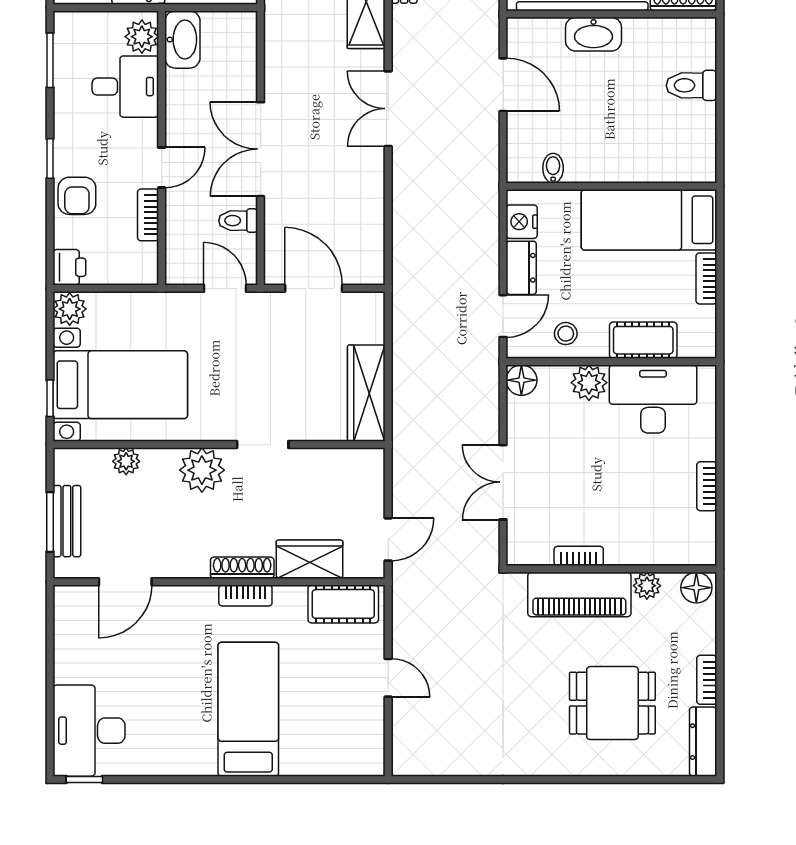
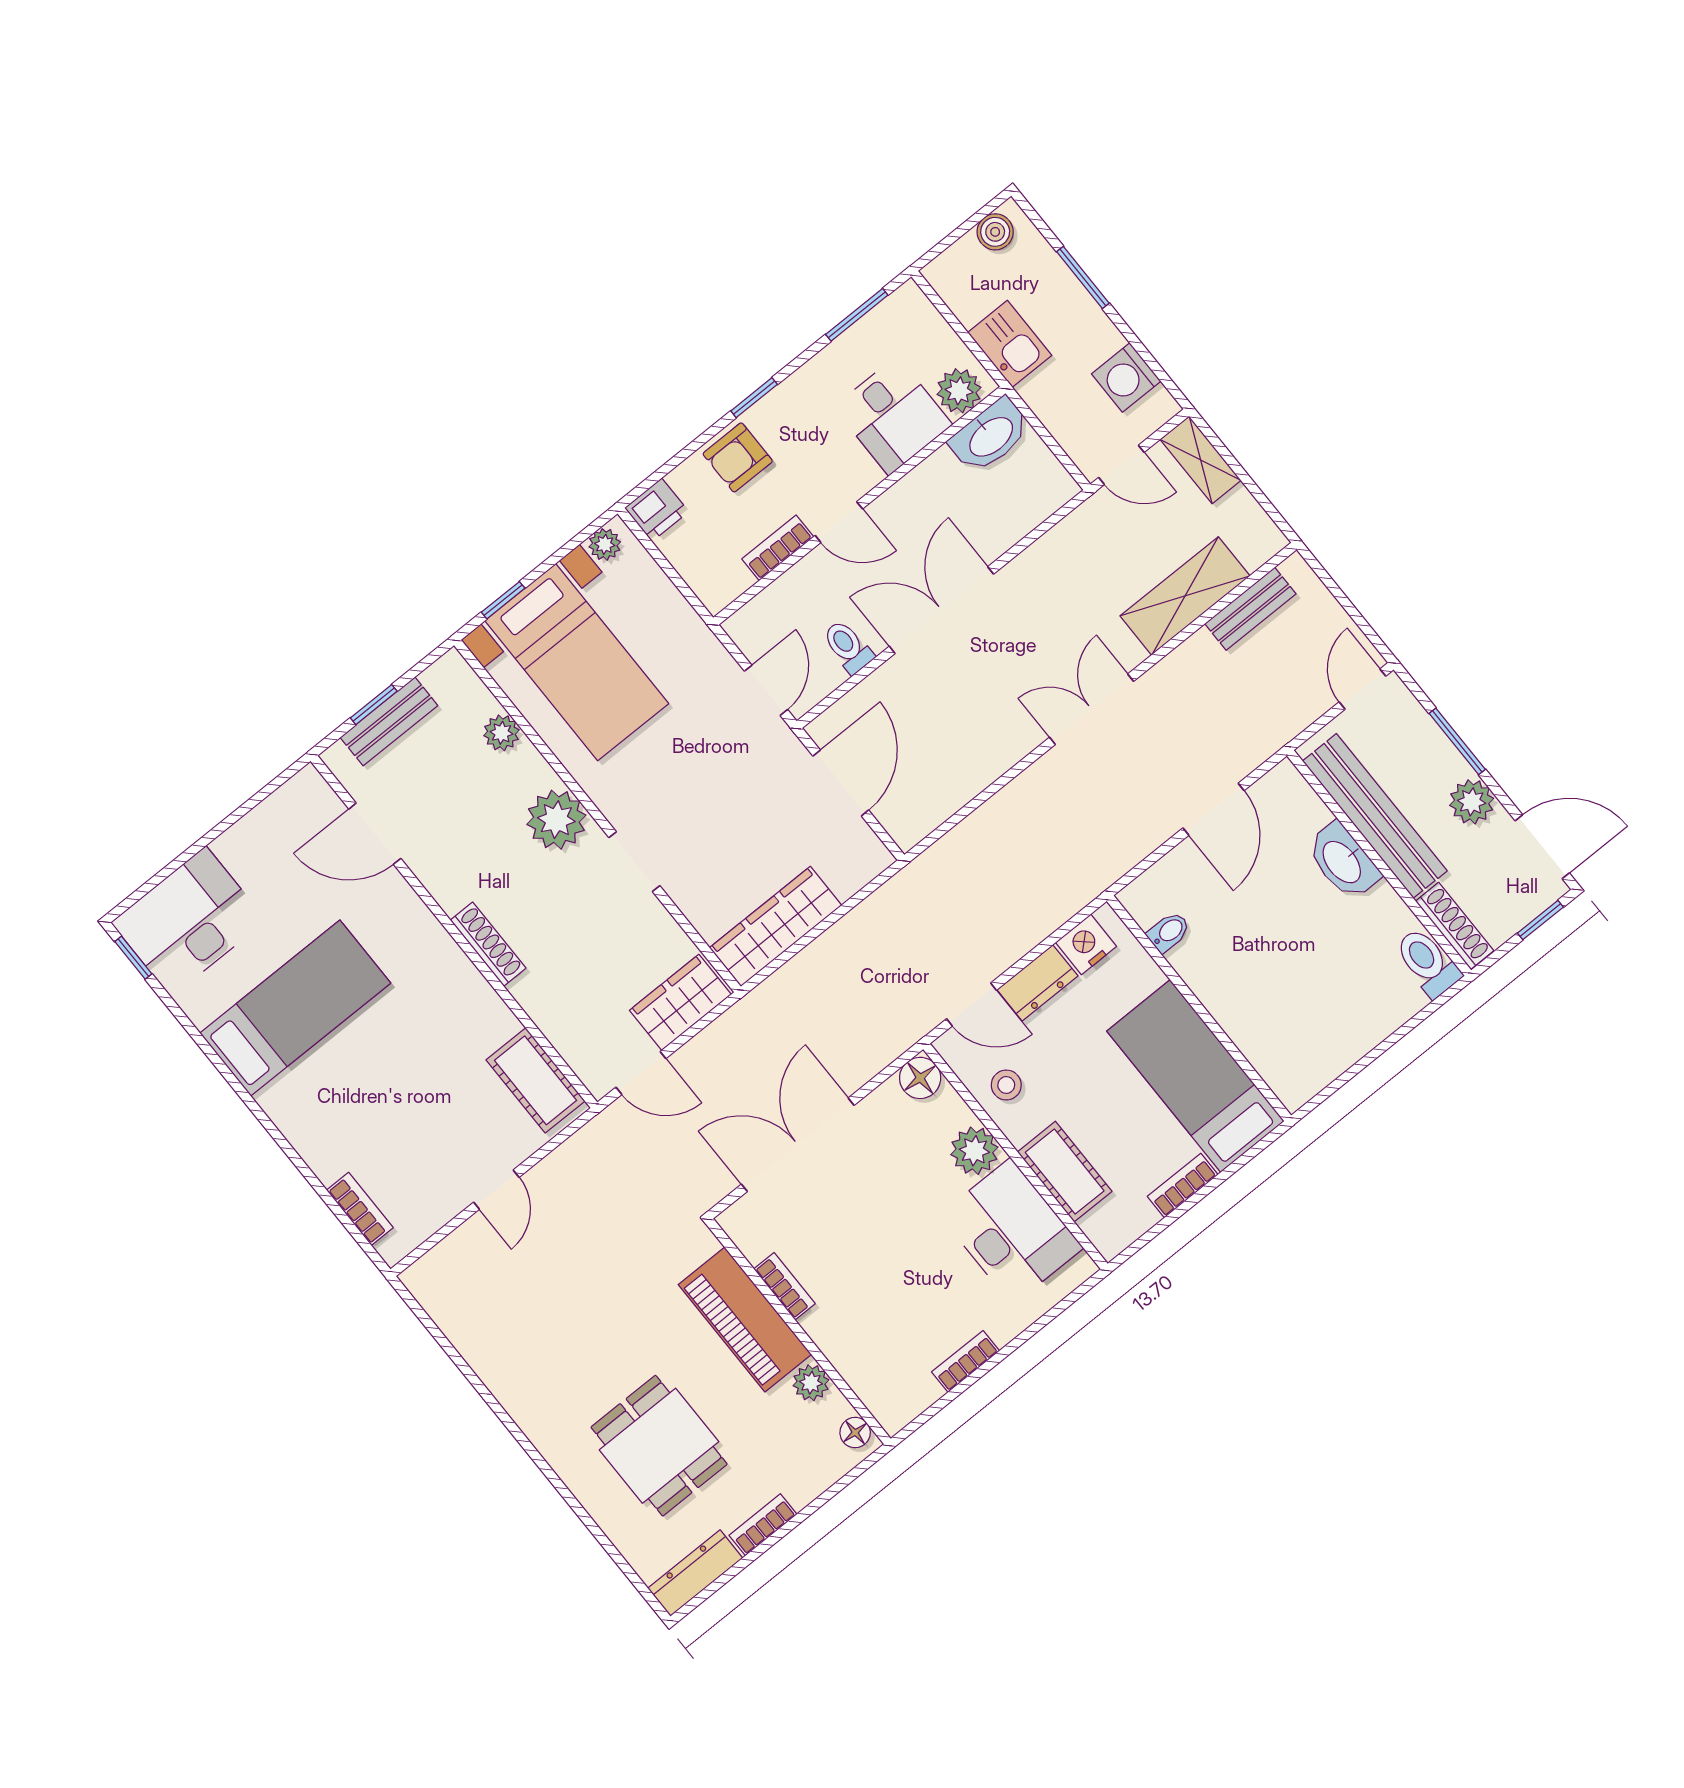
toilet: (692, 85) -> (1427, 962), moved
plant: (70, 309) -> (605, 544), width x0.73, depth x0.73
double door: (503, 482) -> (798, 1145), width x1.37
window: (50, 522) -> (374, 705), width x0.67
wardrobe: (310, 559) -> (680, 1002), moved, turned -90
floor lamp: (696, 588) -> (855, 1433), width x0.73, depth x0.73
bookcase: (245, 595) -> (360, 1209), moved, turned 180
bed: (248, 709) -> (295, 1008), moved

